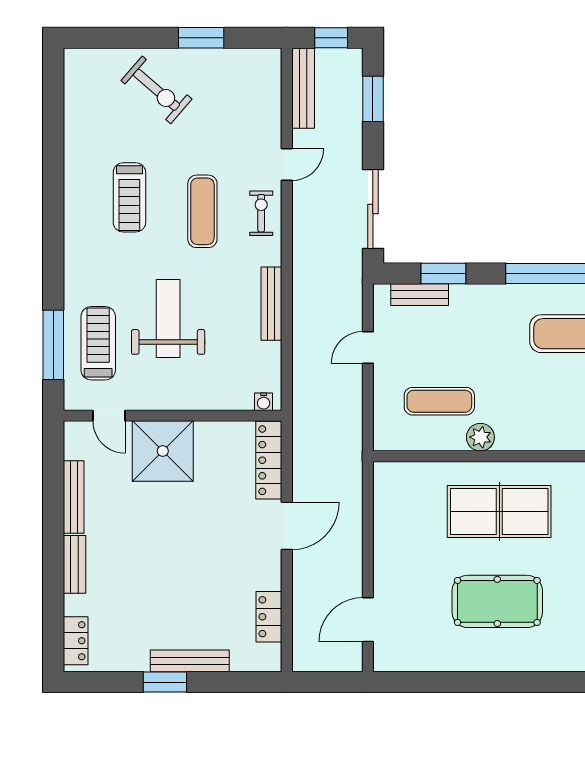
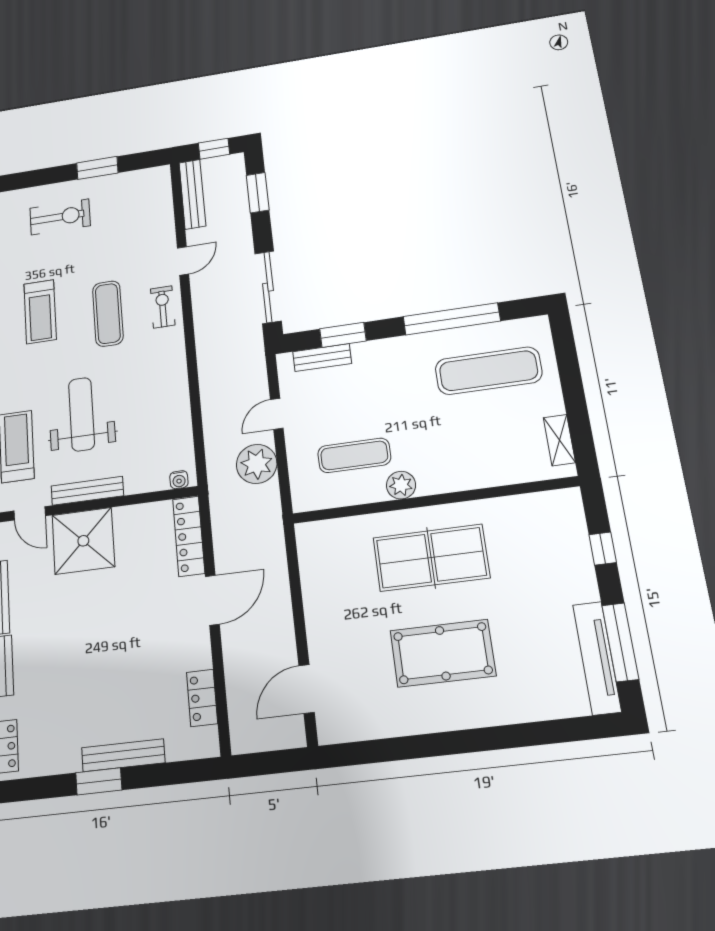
exercise bike: (157, 90) -> (60, 217), turned -41
bench: (271, 304) -> (87, 491), moved, turned 90
plant: (343, 396) -> (257, 464), added

